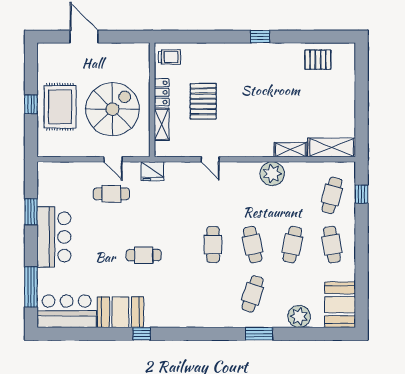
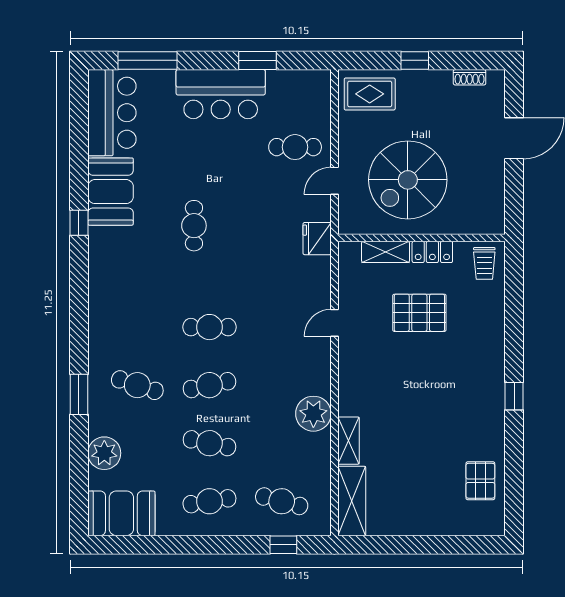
shoe rack: (42, 67) -> (470, 77), added
rug: (60, 107) -> (370, 94), moved, width x0.73, depth x0.70
spiral stairs: (112, 109) -> (408, 180), turned 90
cafe table: (111, 194) -> (295, 147), moved, turned 90

